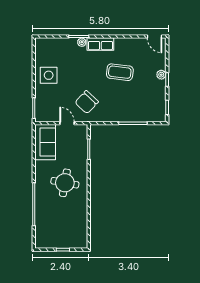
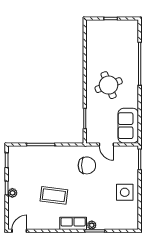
door: (154, 37) -> (19, 231), hinge flipped
chair: (87, 102) -> (87, 165), turned 47
round table: (65, 183) -> (109, 85), turned -31

